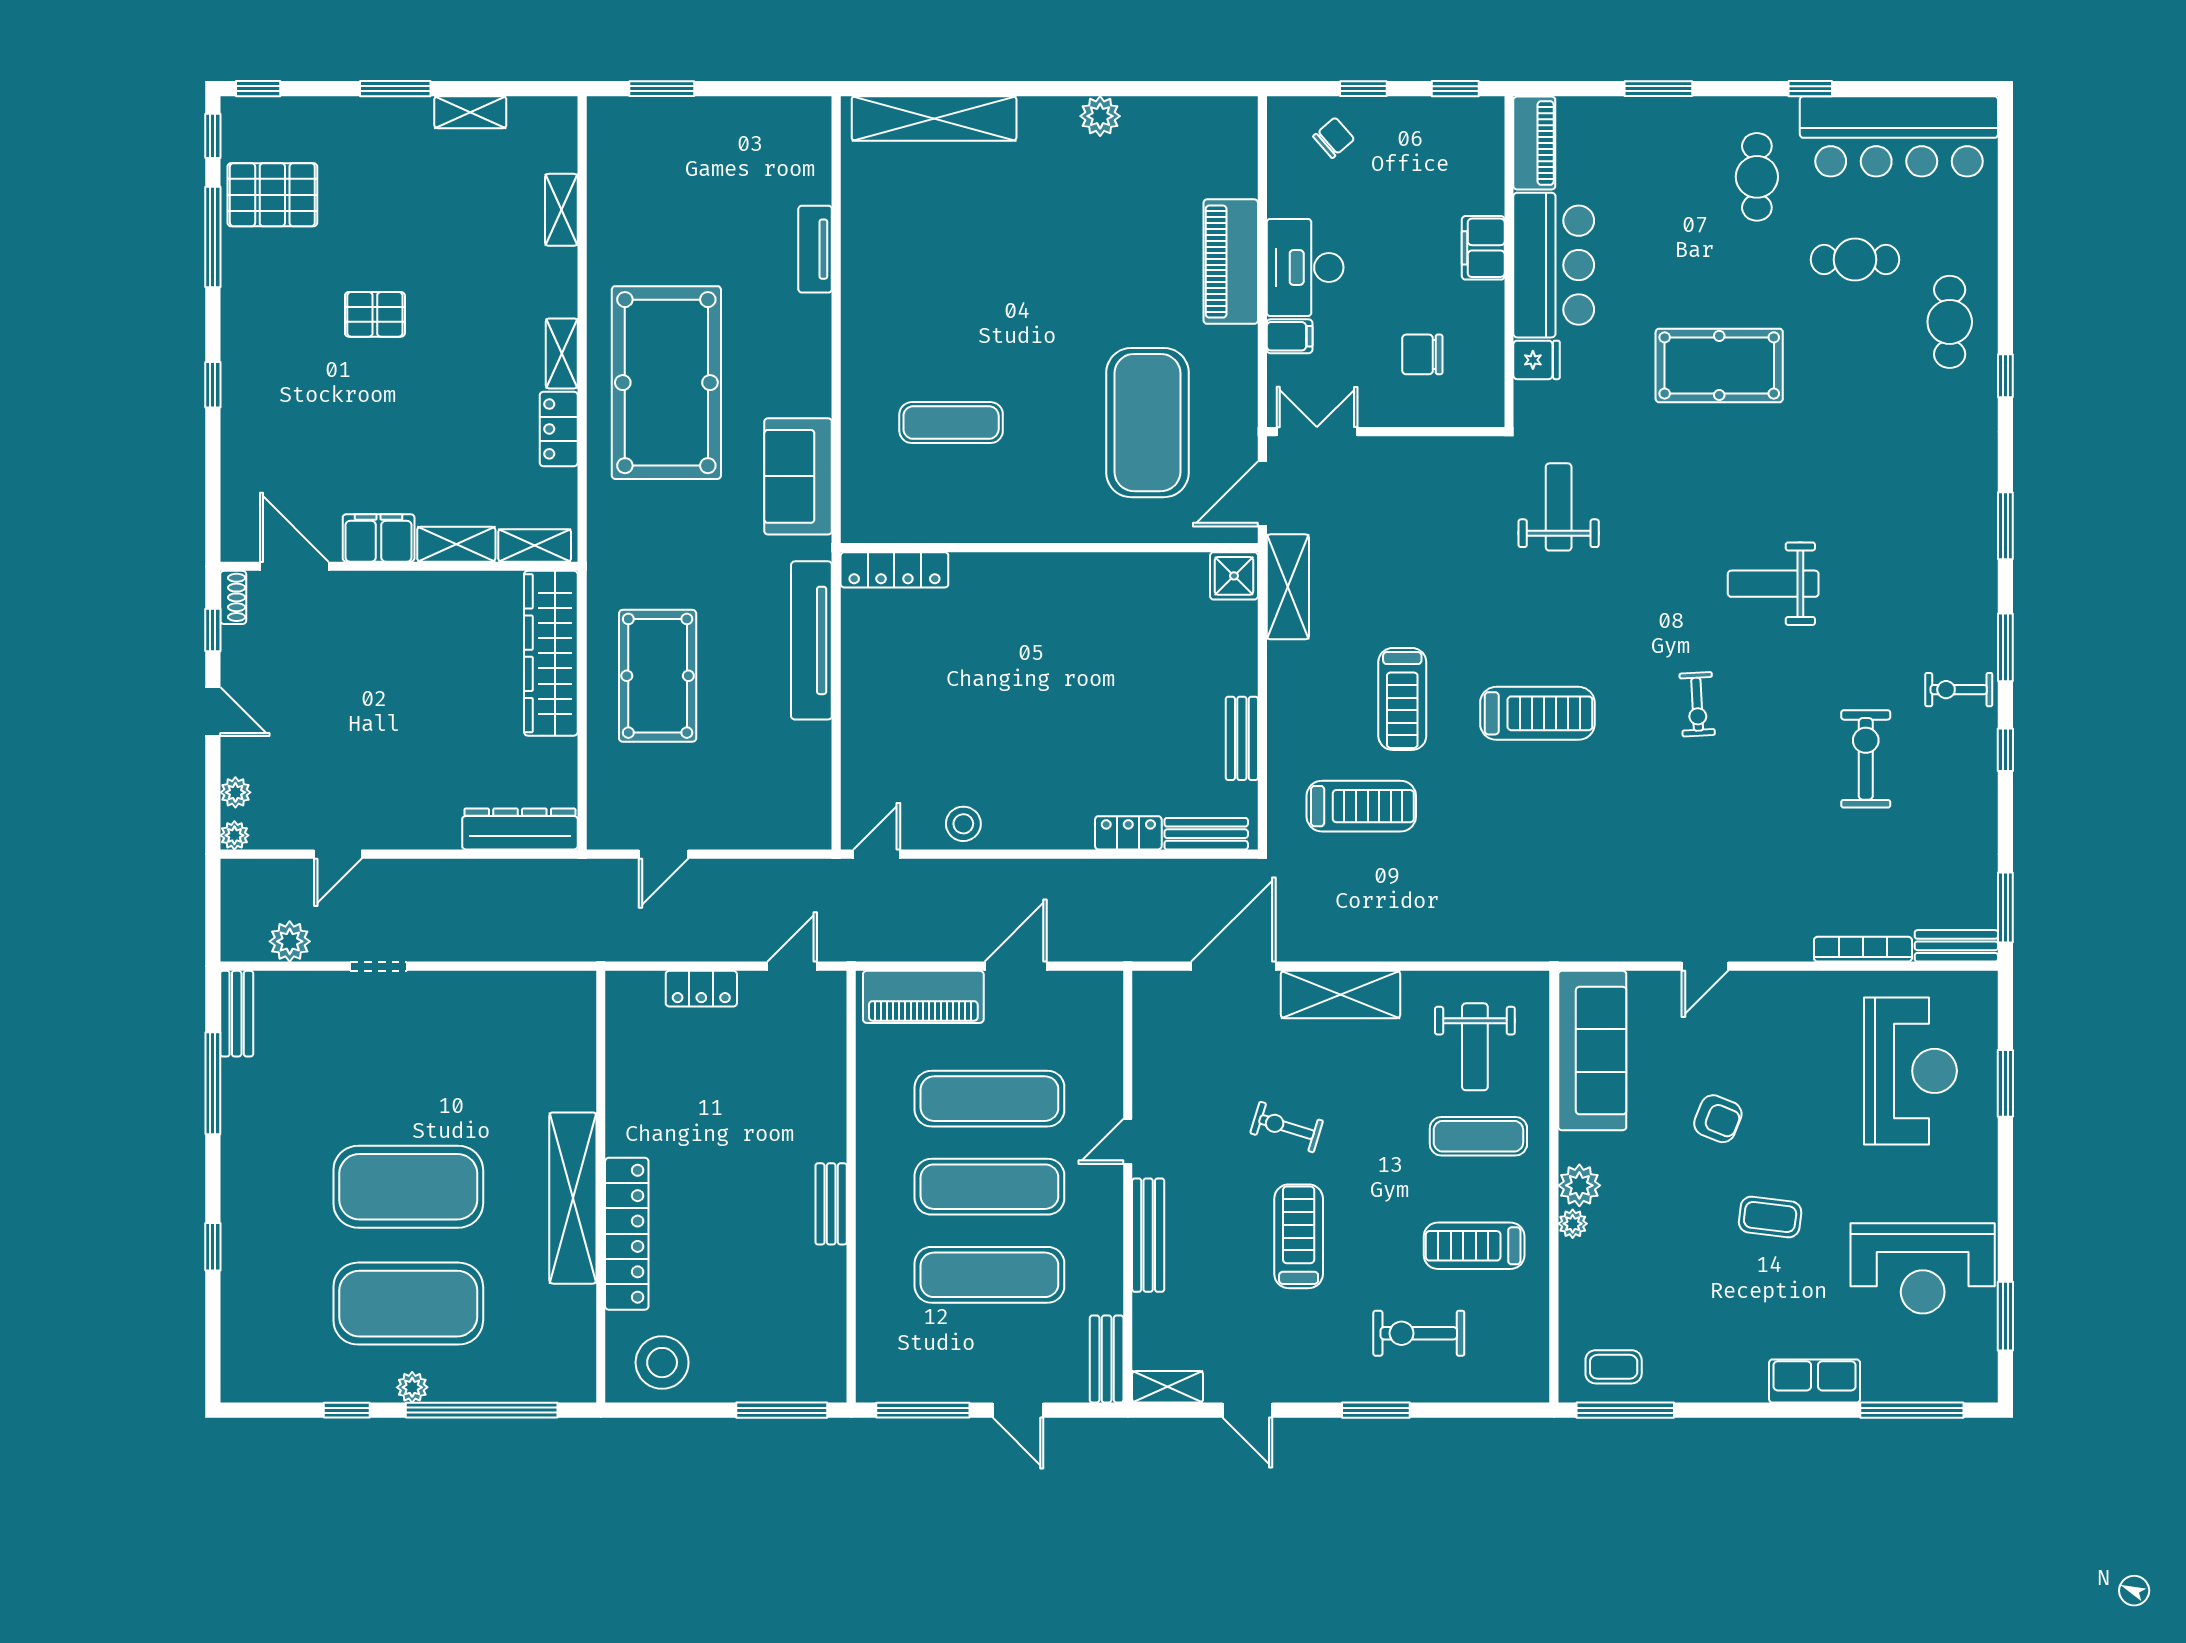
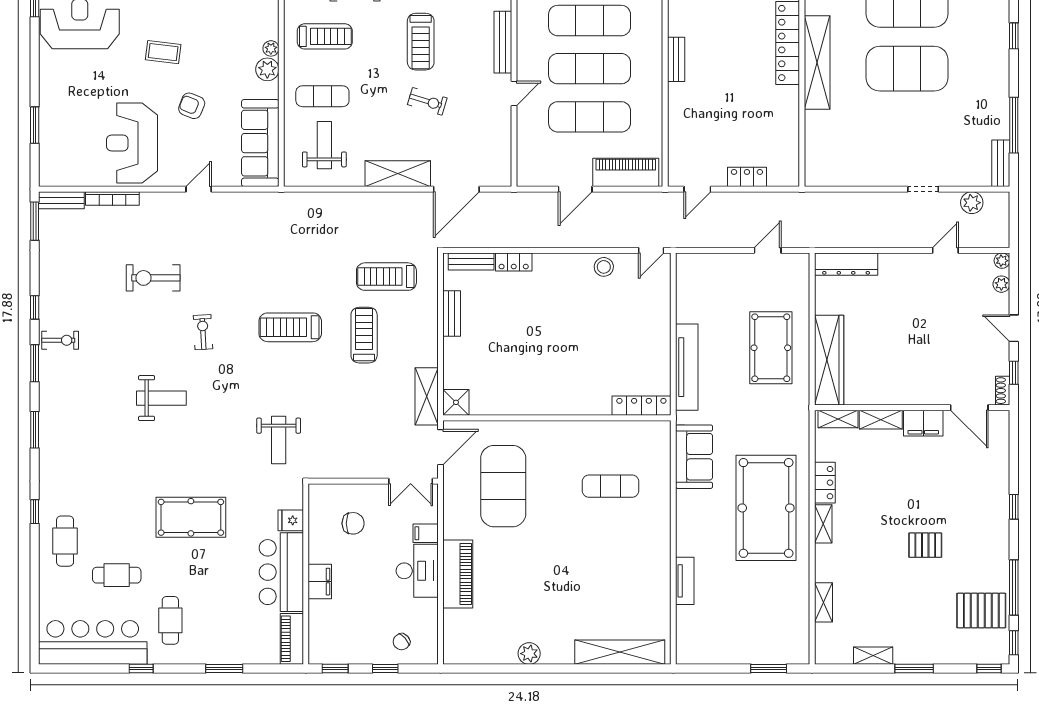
exercise bike: (1866, 759) -> (153, 278), moved, turned 90
reception desk: (1910, 1071) -> (132, 143), moved

